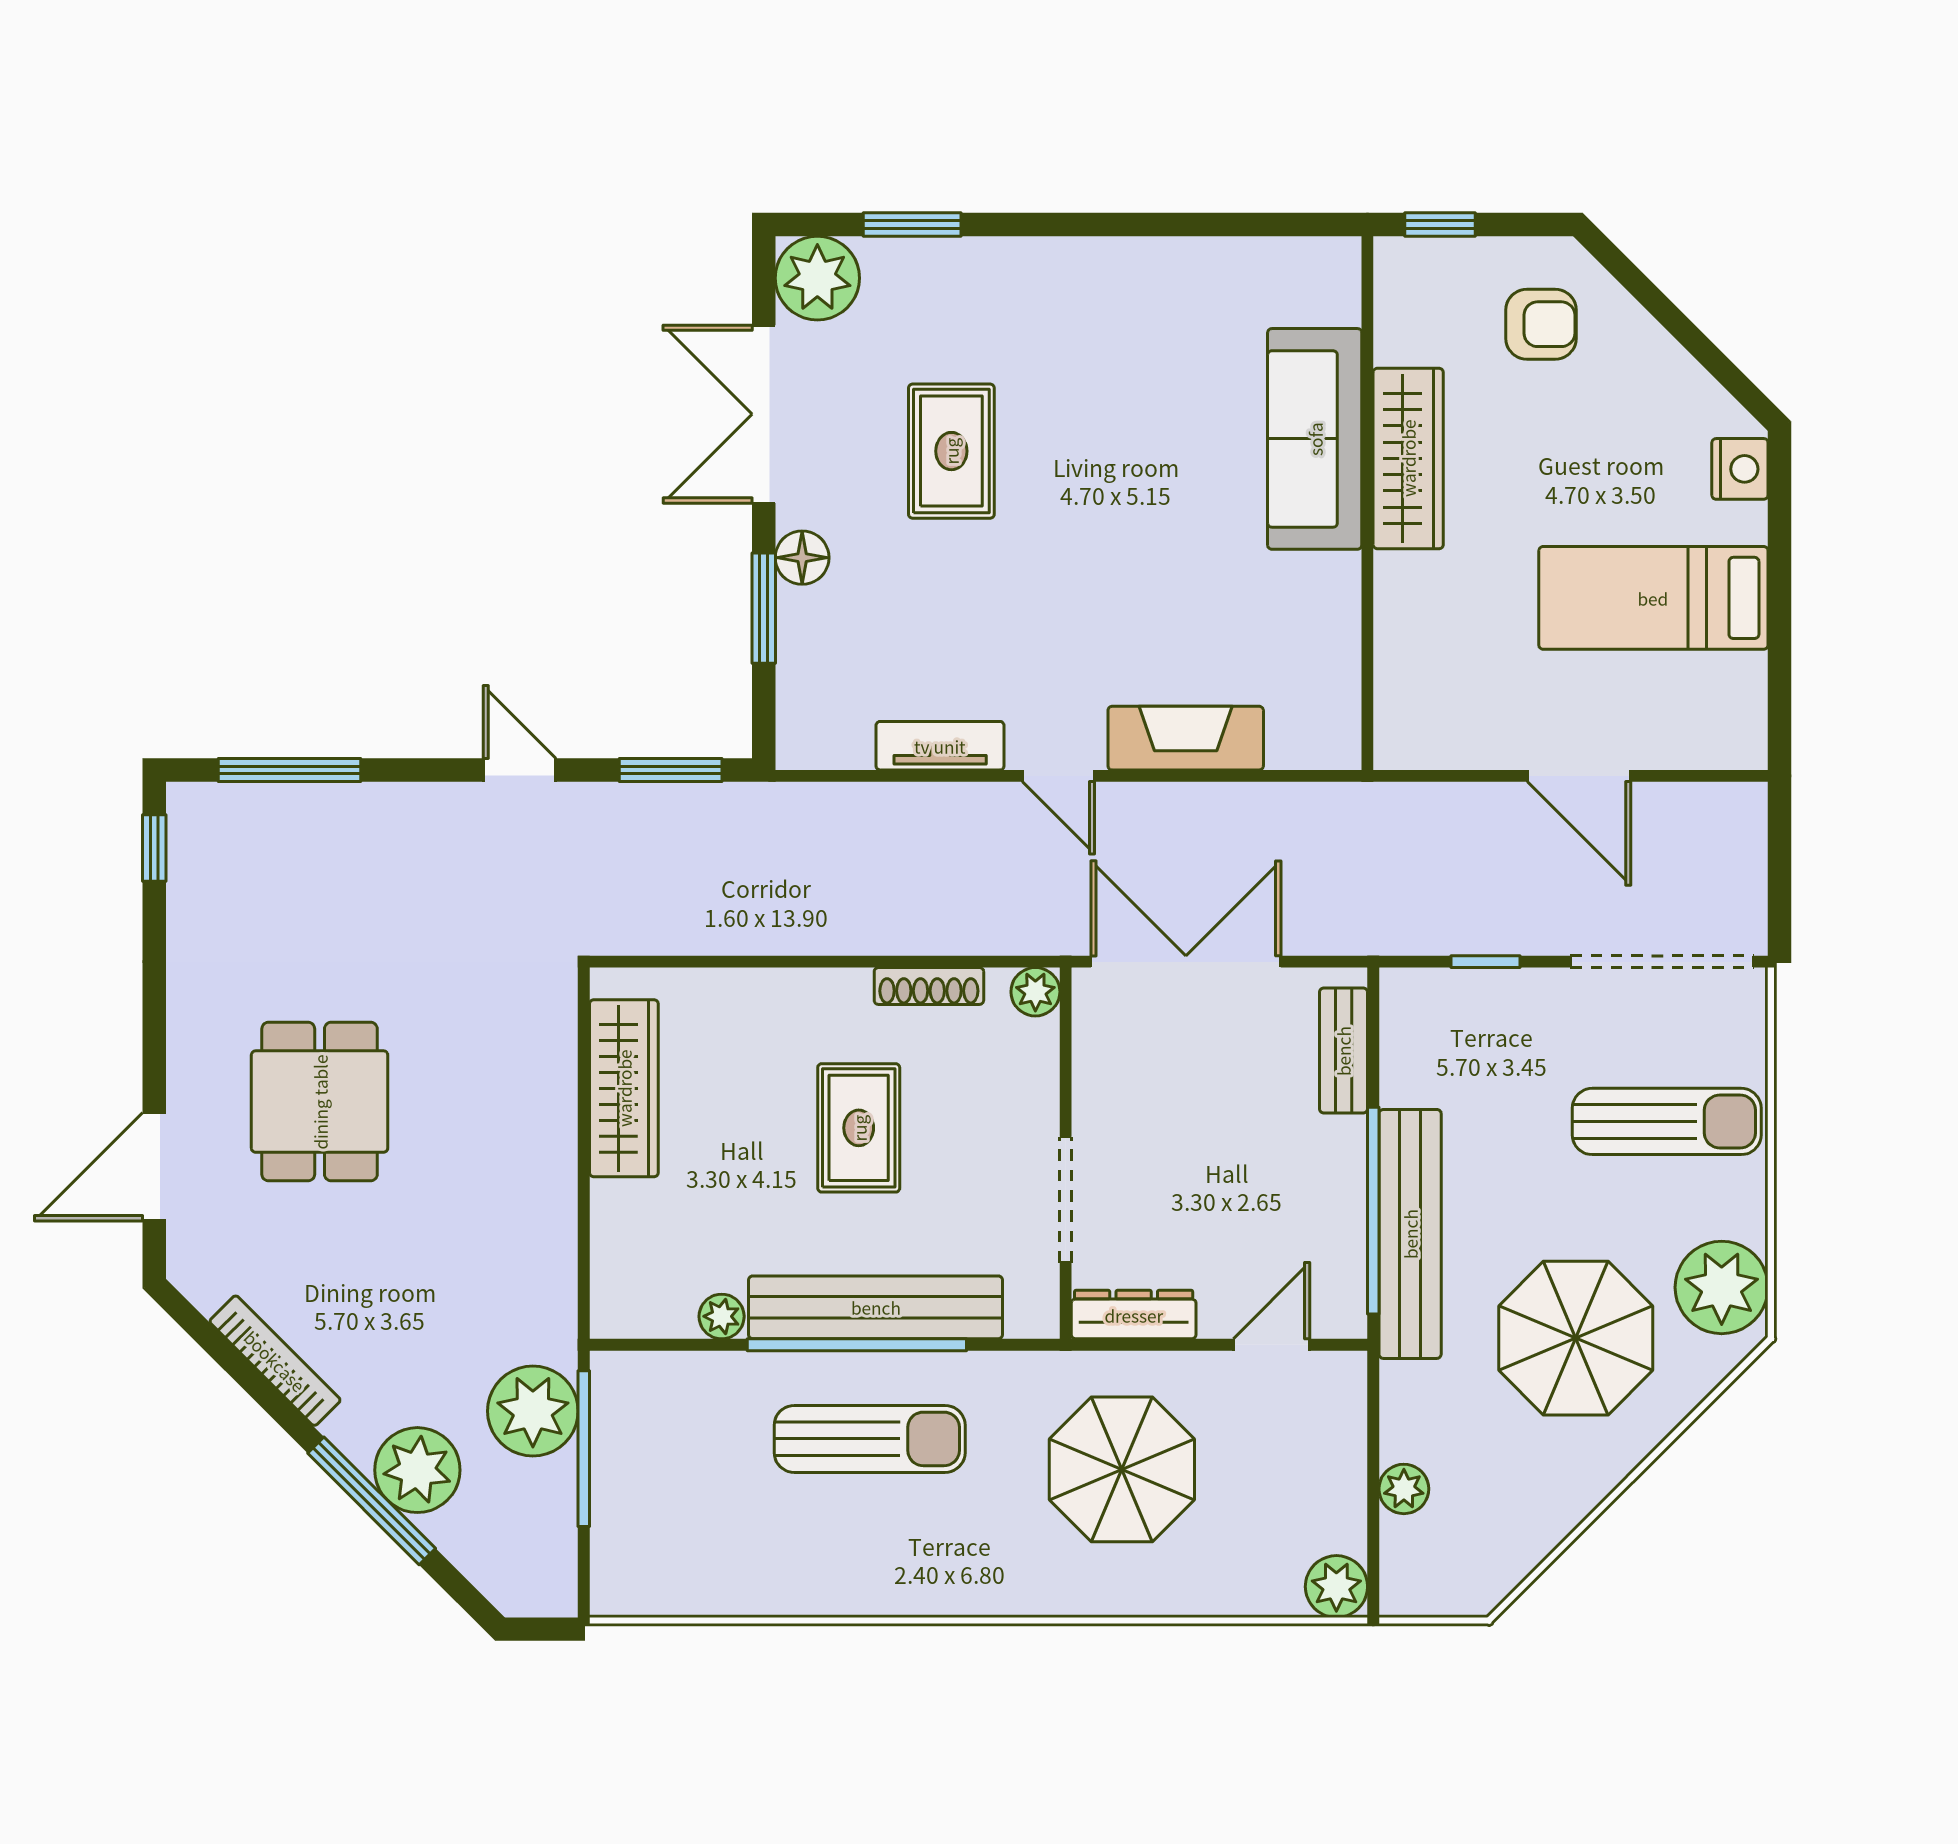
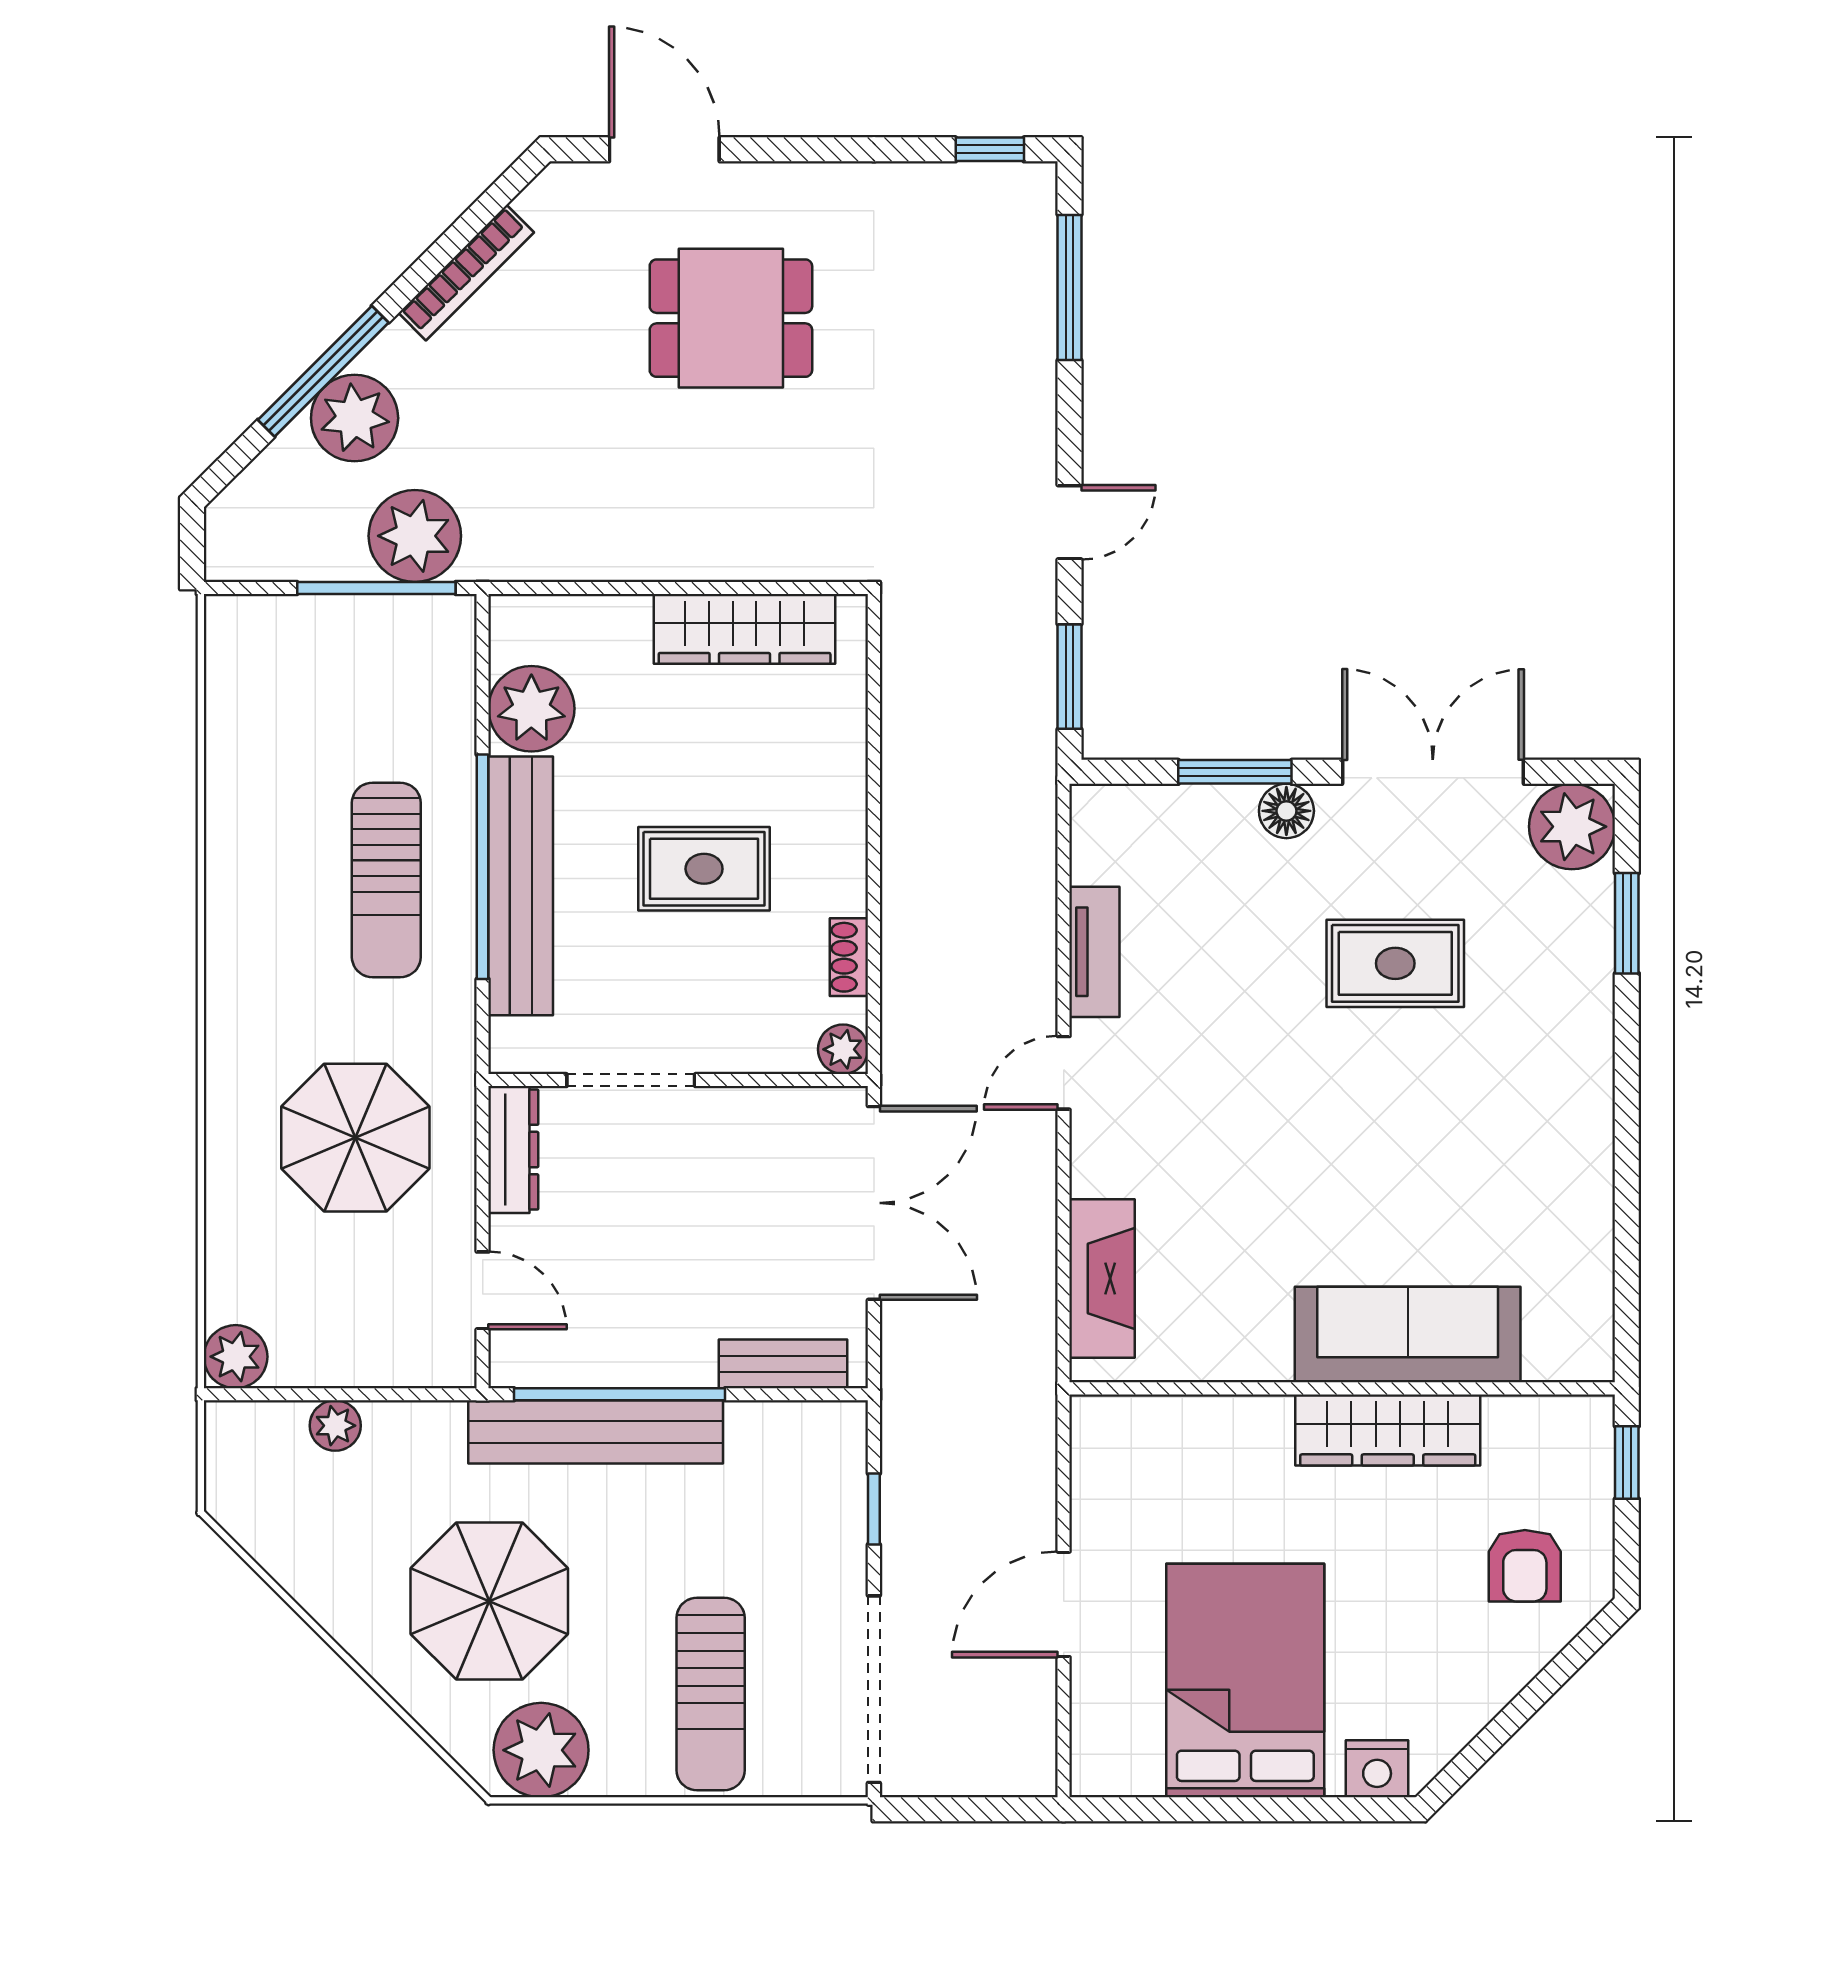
bed: (1653, 598) -> (1245, 1680), width x1.50
fireplace: (1186, 738) -> (1102, 1279), moved
shoe rack: (929, 986) -> (849, 957), width x0.70
plant: (722, 1316) -> (531, 709), width x1.88, depth x1.88

